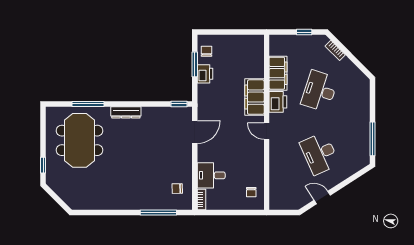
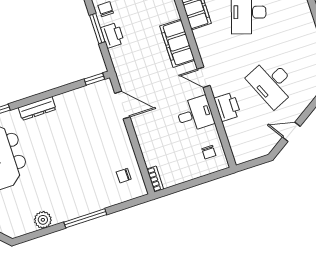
printer: (278, 102) -> (227, 107), moved
door: (195, 132) -> (122, 105), hinge flipped
desk: (211, 175) -> (195, 114), moved, turned 180
plant: (101, 203) -> (43, 220), added
window: (158, 212) -> (85, 218), moved

